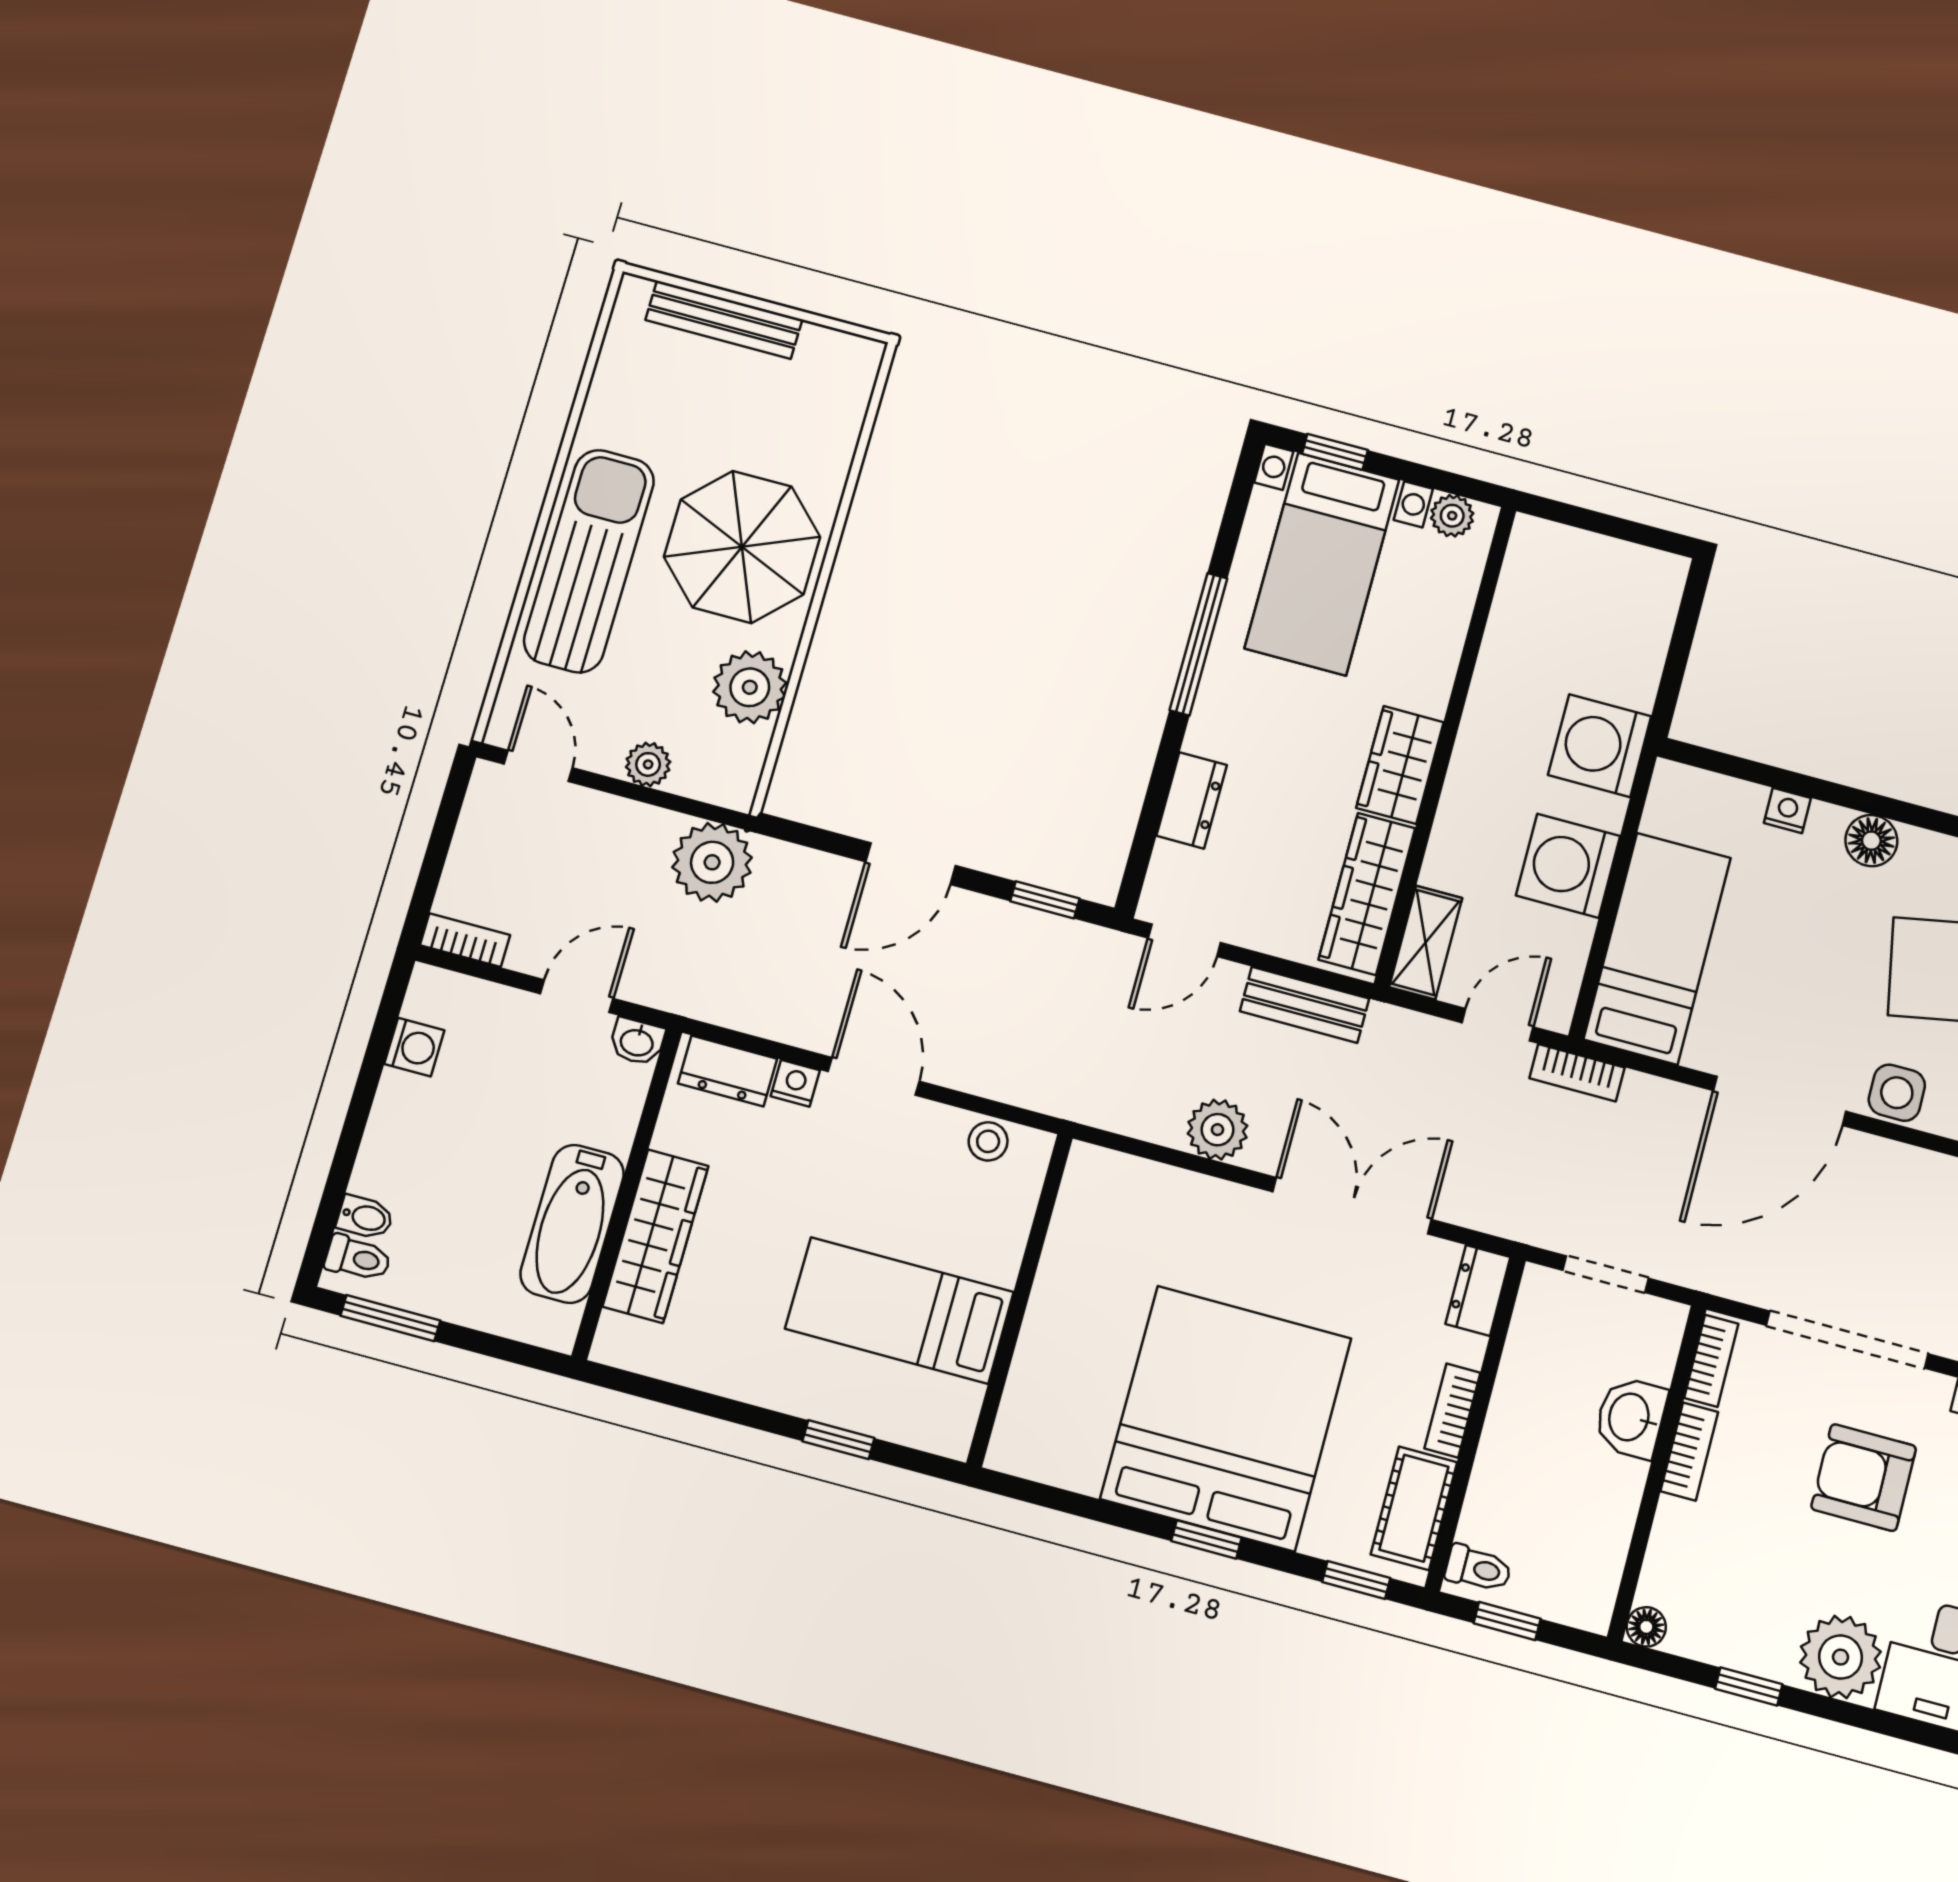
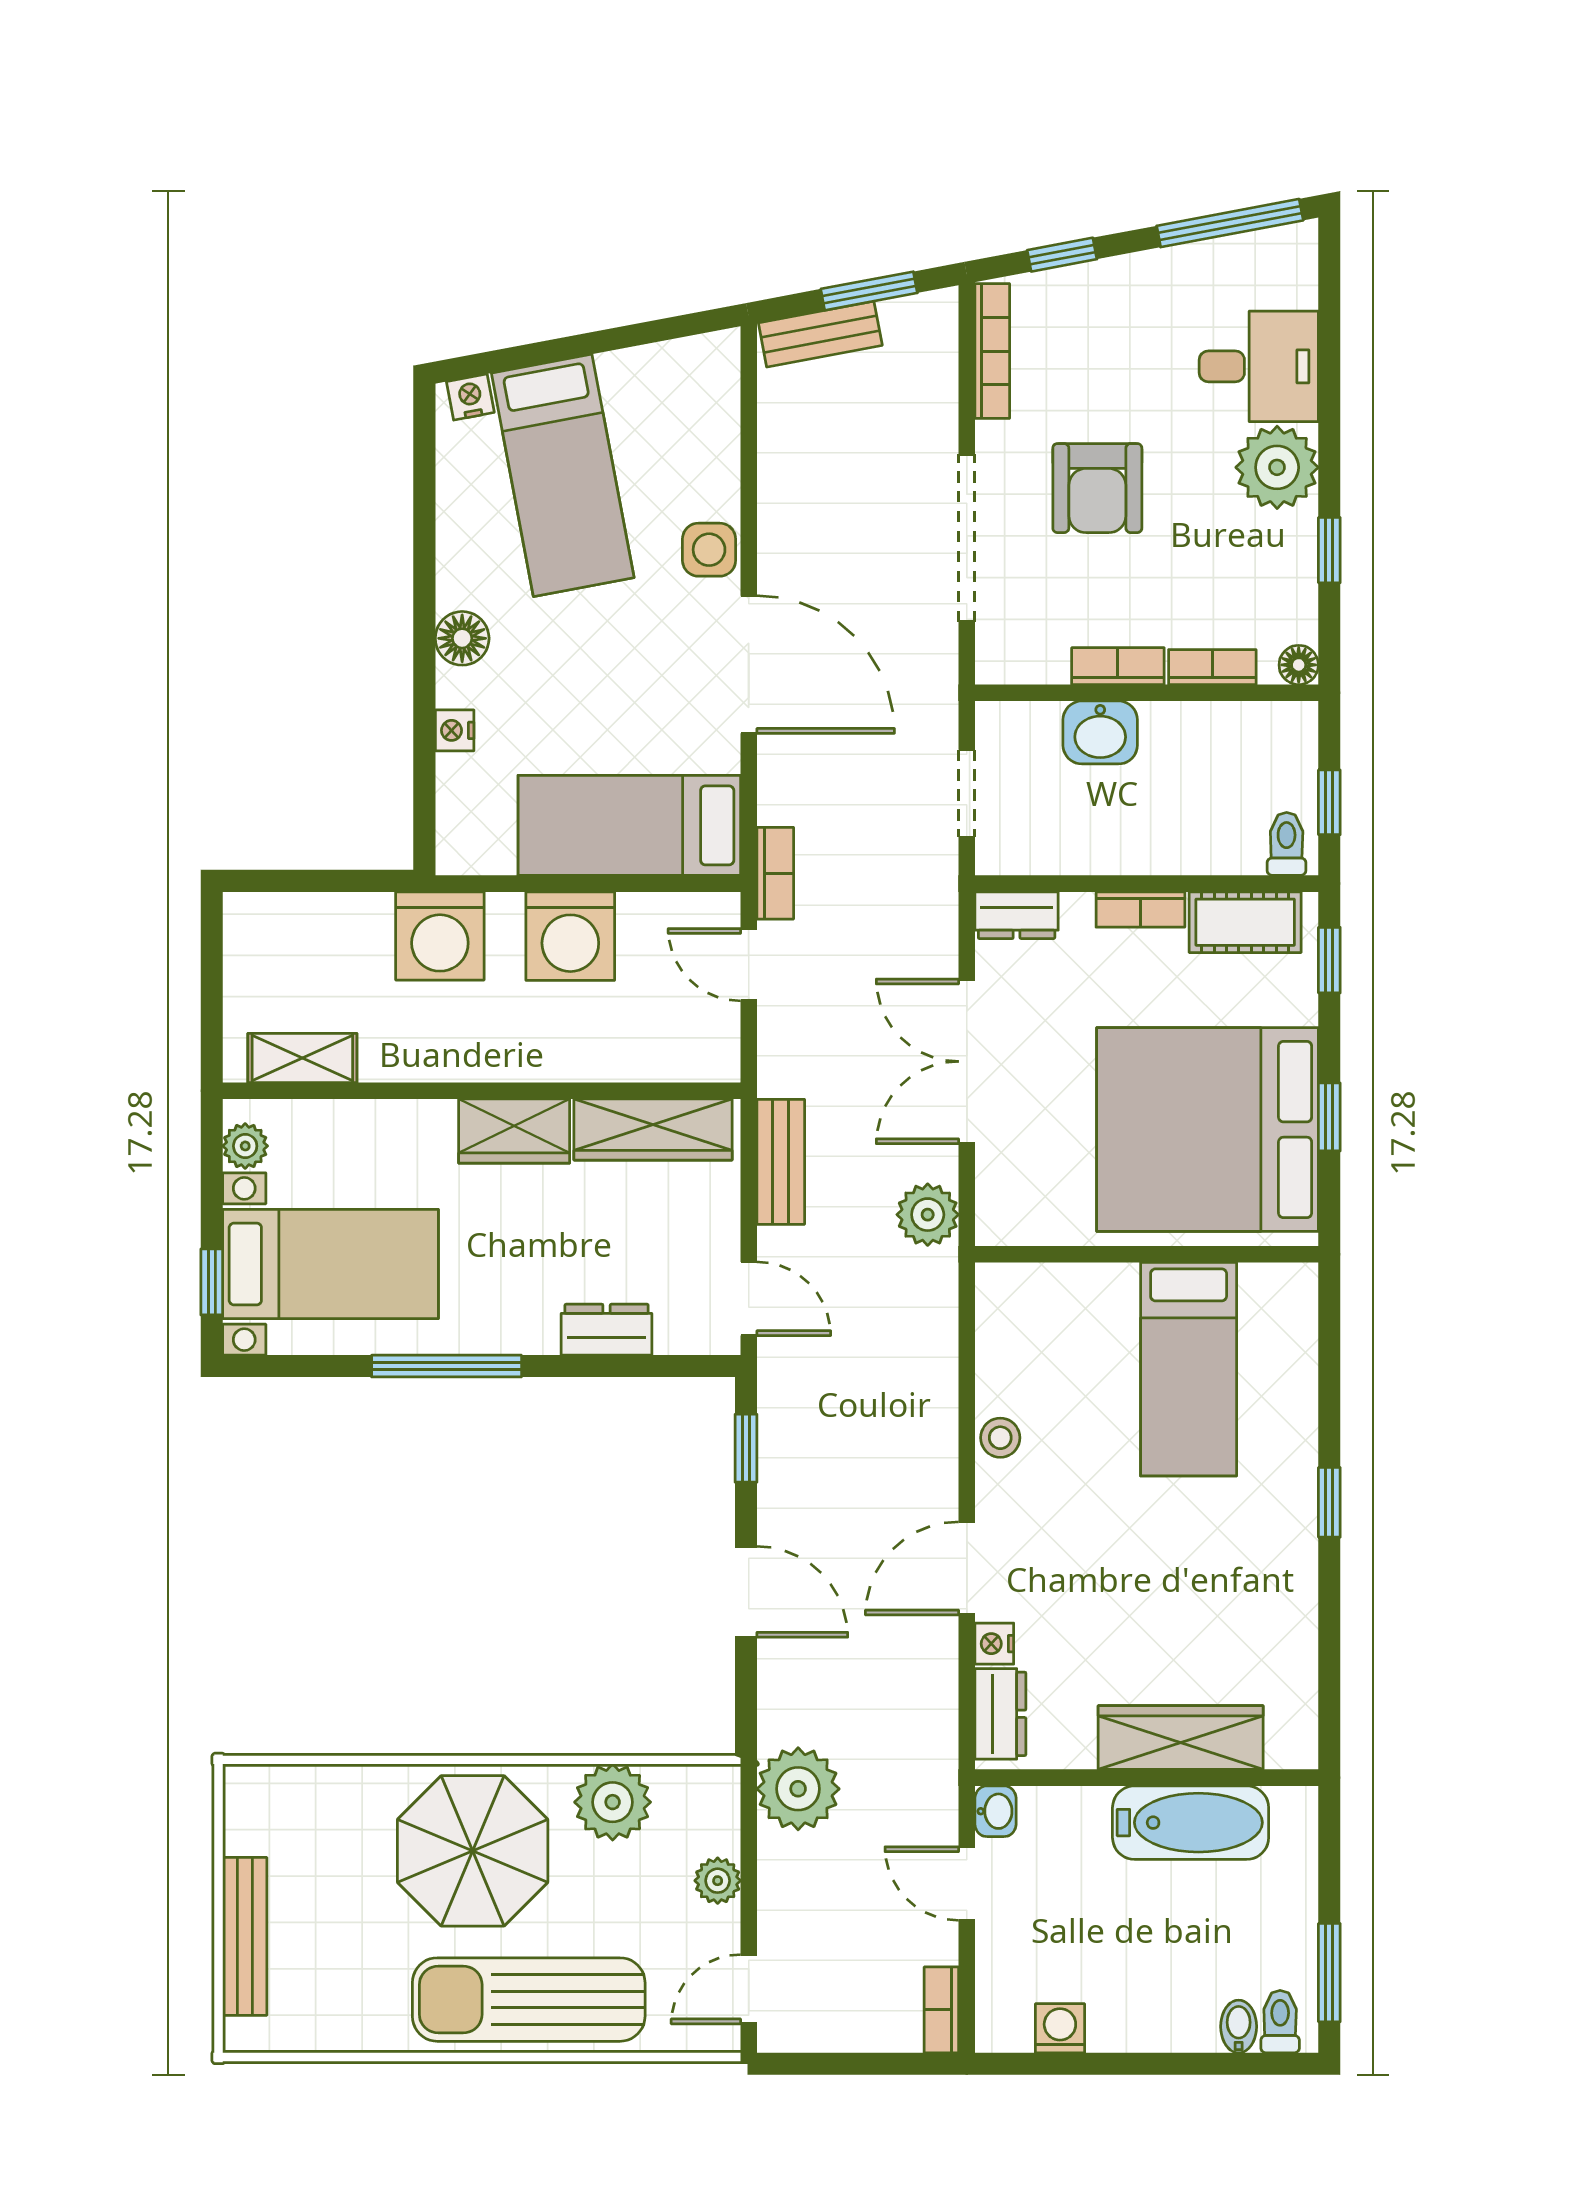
shelving: (1426, 943) -> (302, 1058), moved
wall: (1020, 1300) -> (1147, 1254), moved
bed: (899, 1310) -> (1189, 1369), moved
bookcase: (1711, 1361) -> (1212, 667), moved

